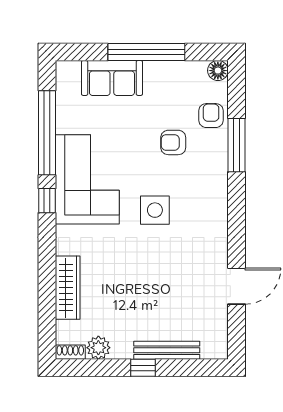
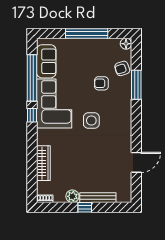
sofa: (112, 78) -> (46, 61), moved, turned -90
armchair: (211, 116) -> (122, 68), turned -108
plant: (98, 348) -> (72, 196), moved

